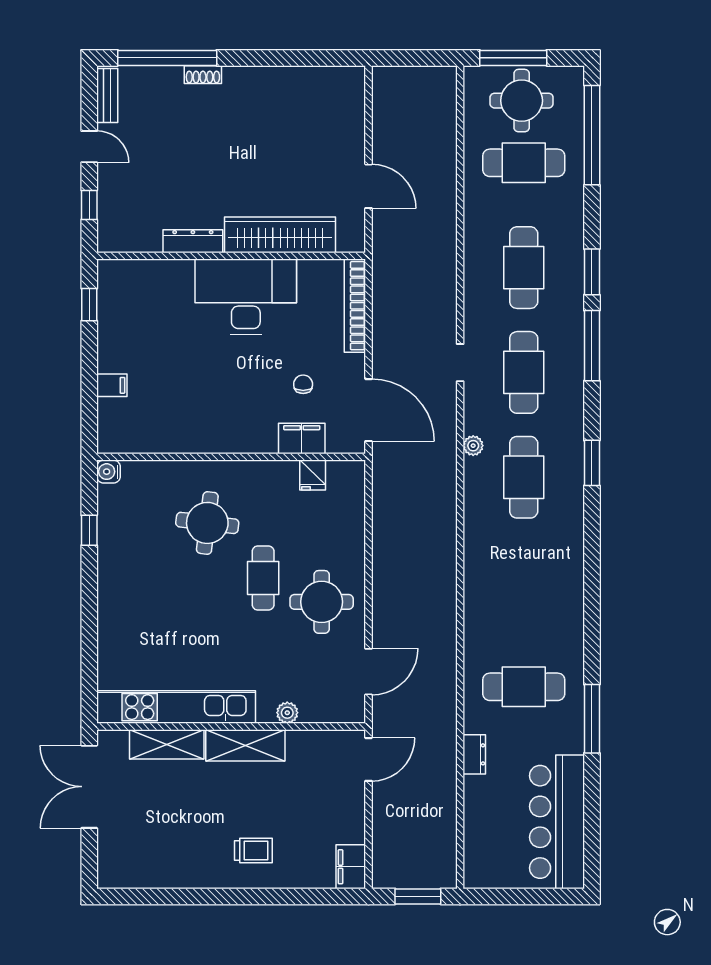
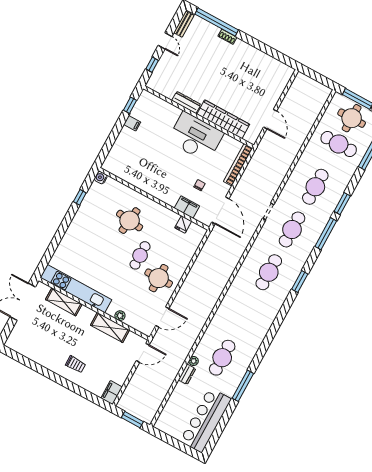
filing cabinet: (112, 385) -> (132, 123), moved
plant: (473, 446) -> (194, 361), moved
cafe table: (524, 687) -> (222, 358), turned 90
shelving: (245, 745) -> (110, 328), moved

